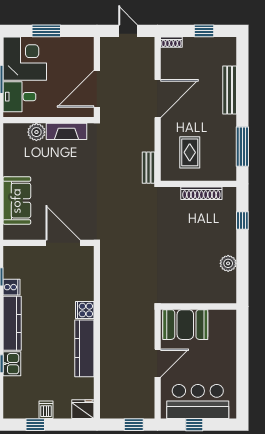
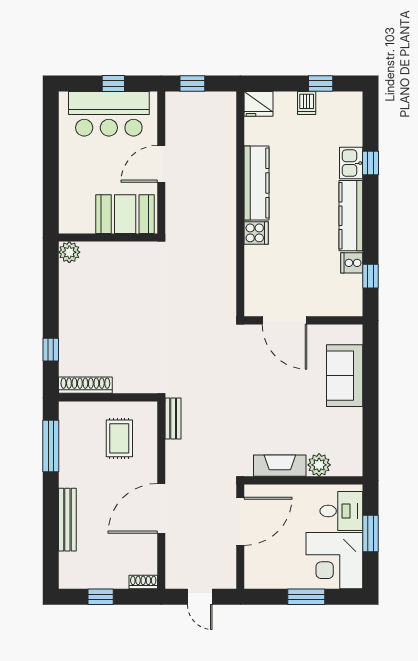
shoe rack: (201, 193) -> (85, 385), moved
plant: (228, 263) -> (69, 252), moved

